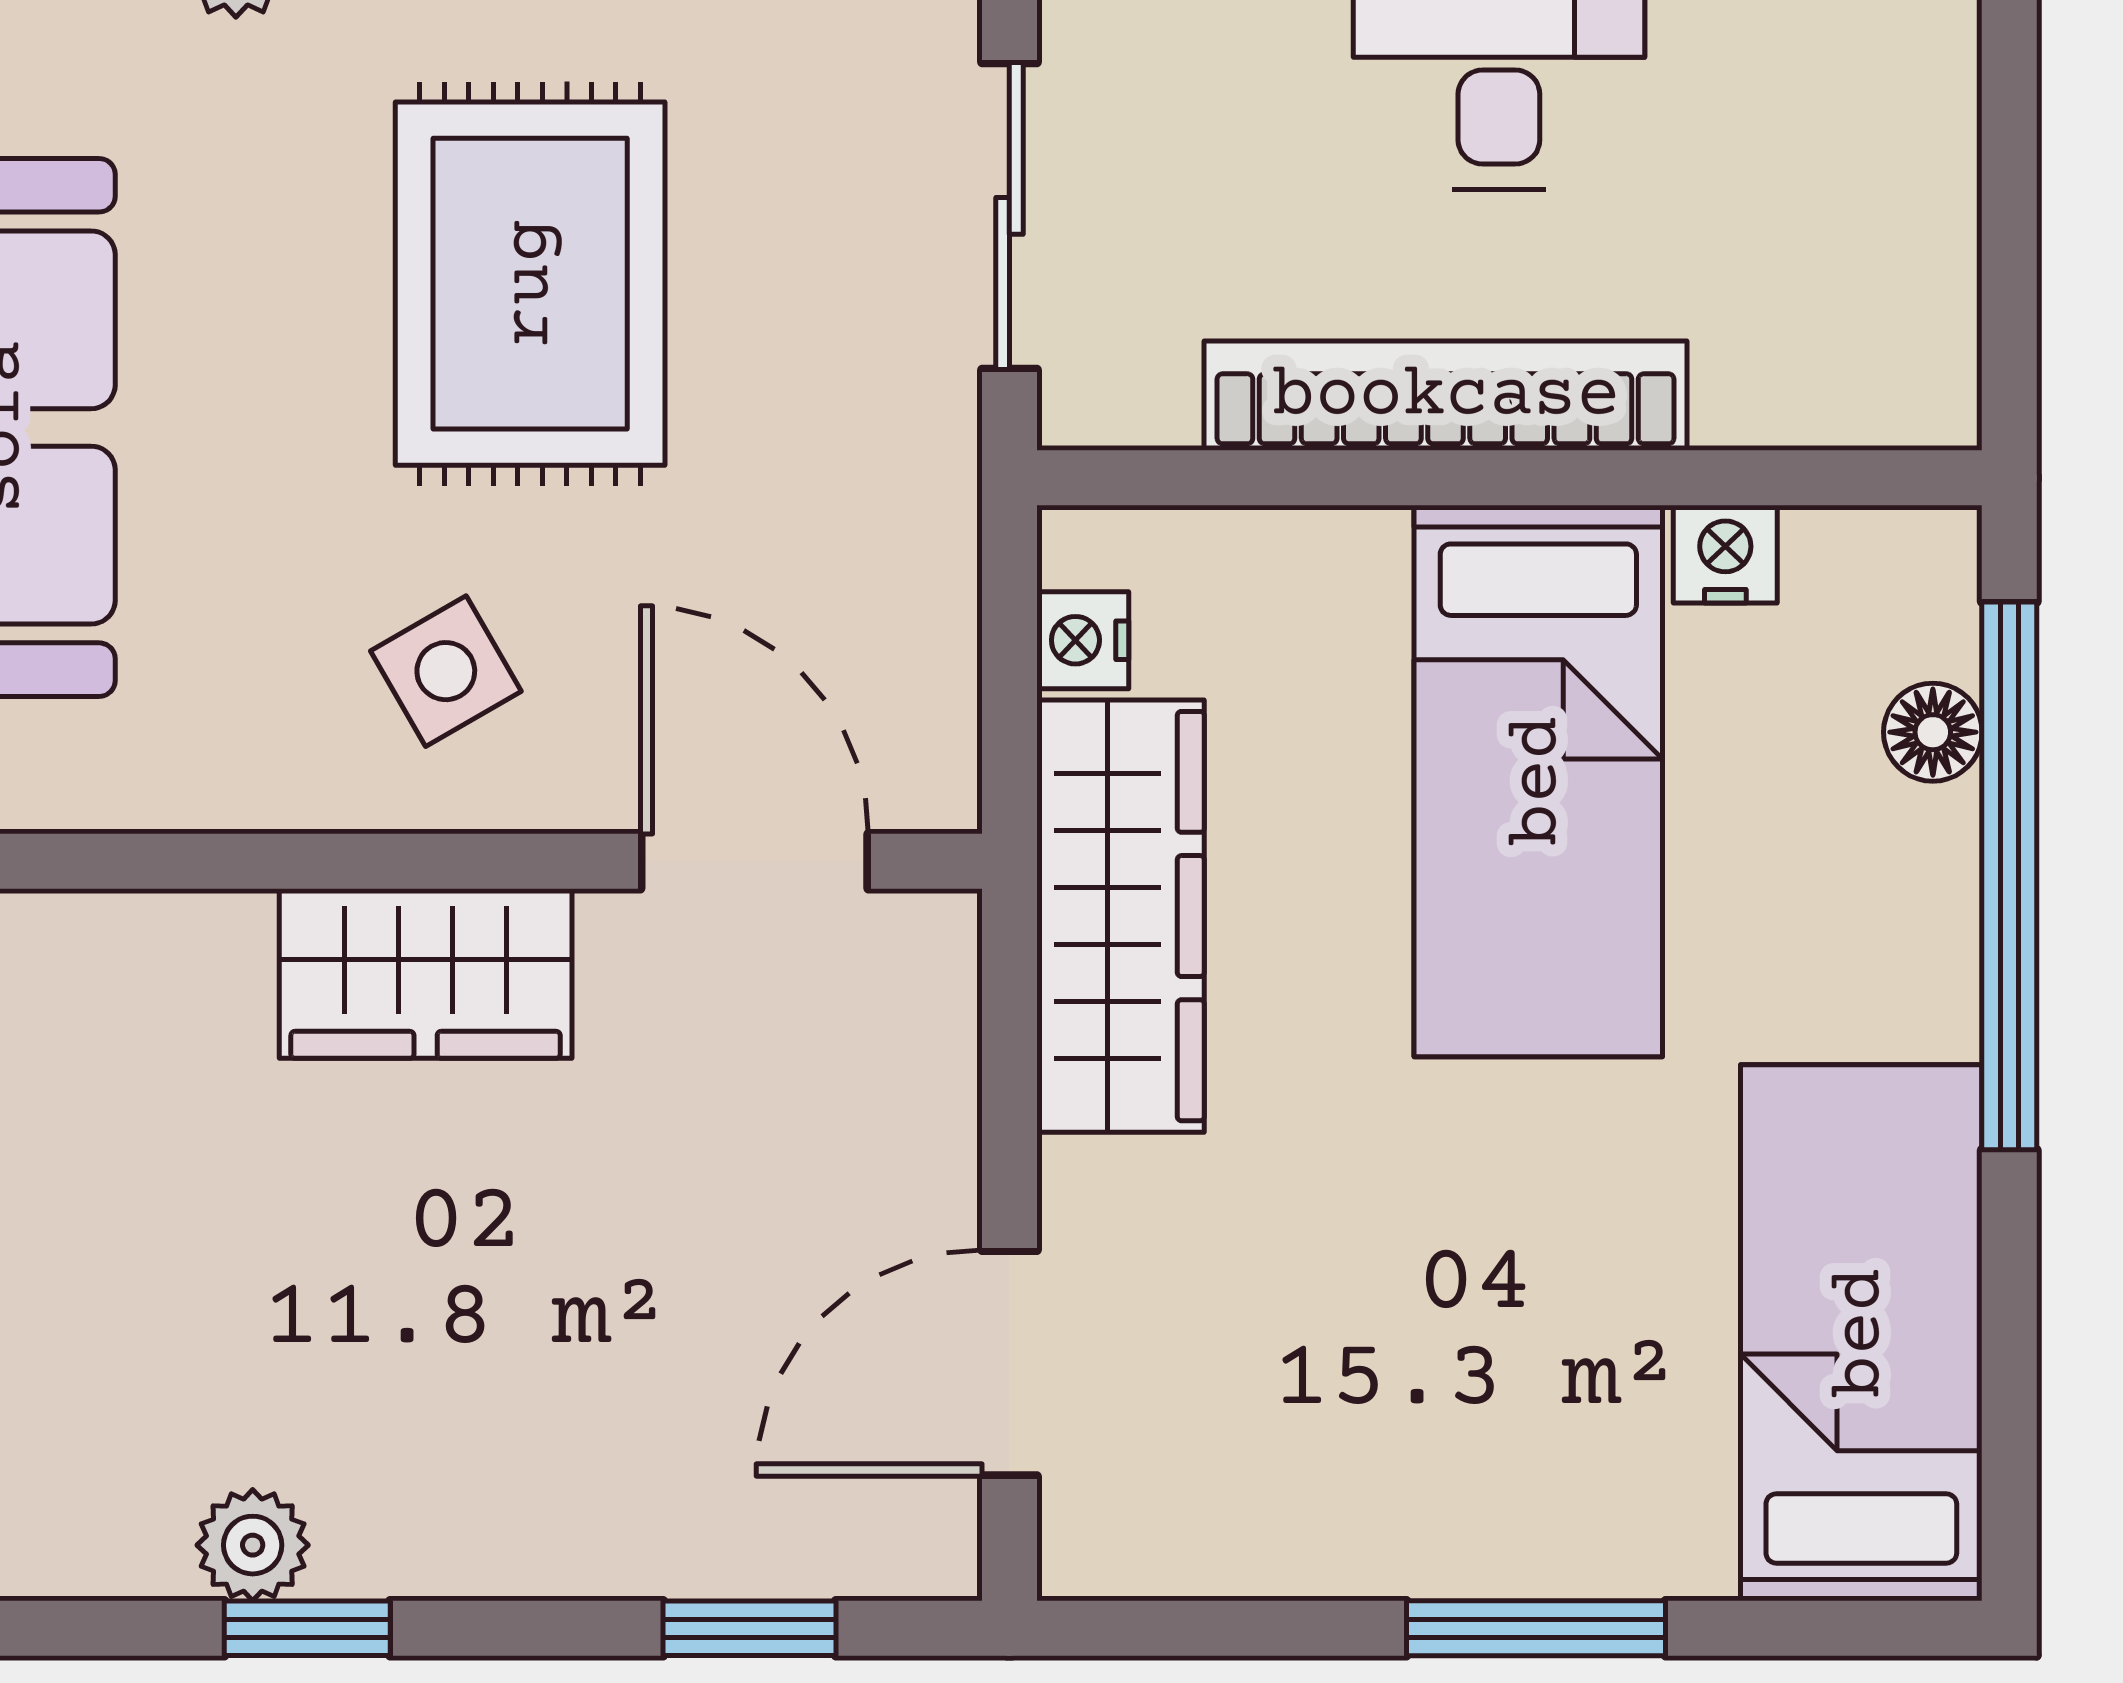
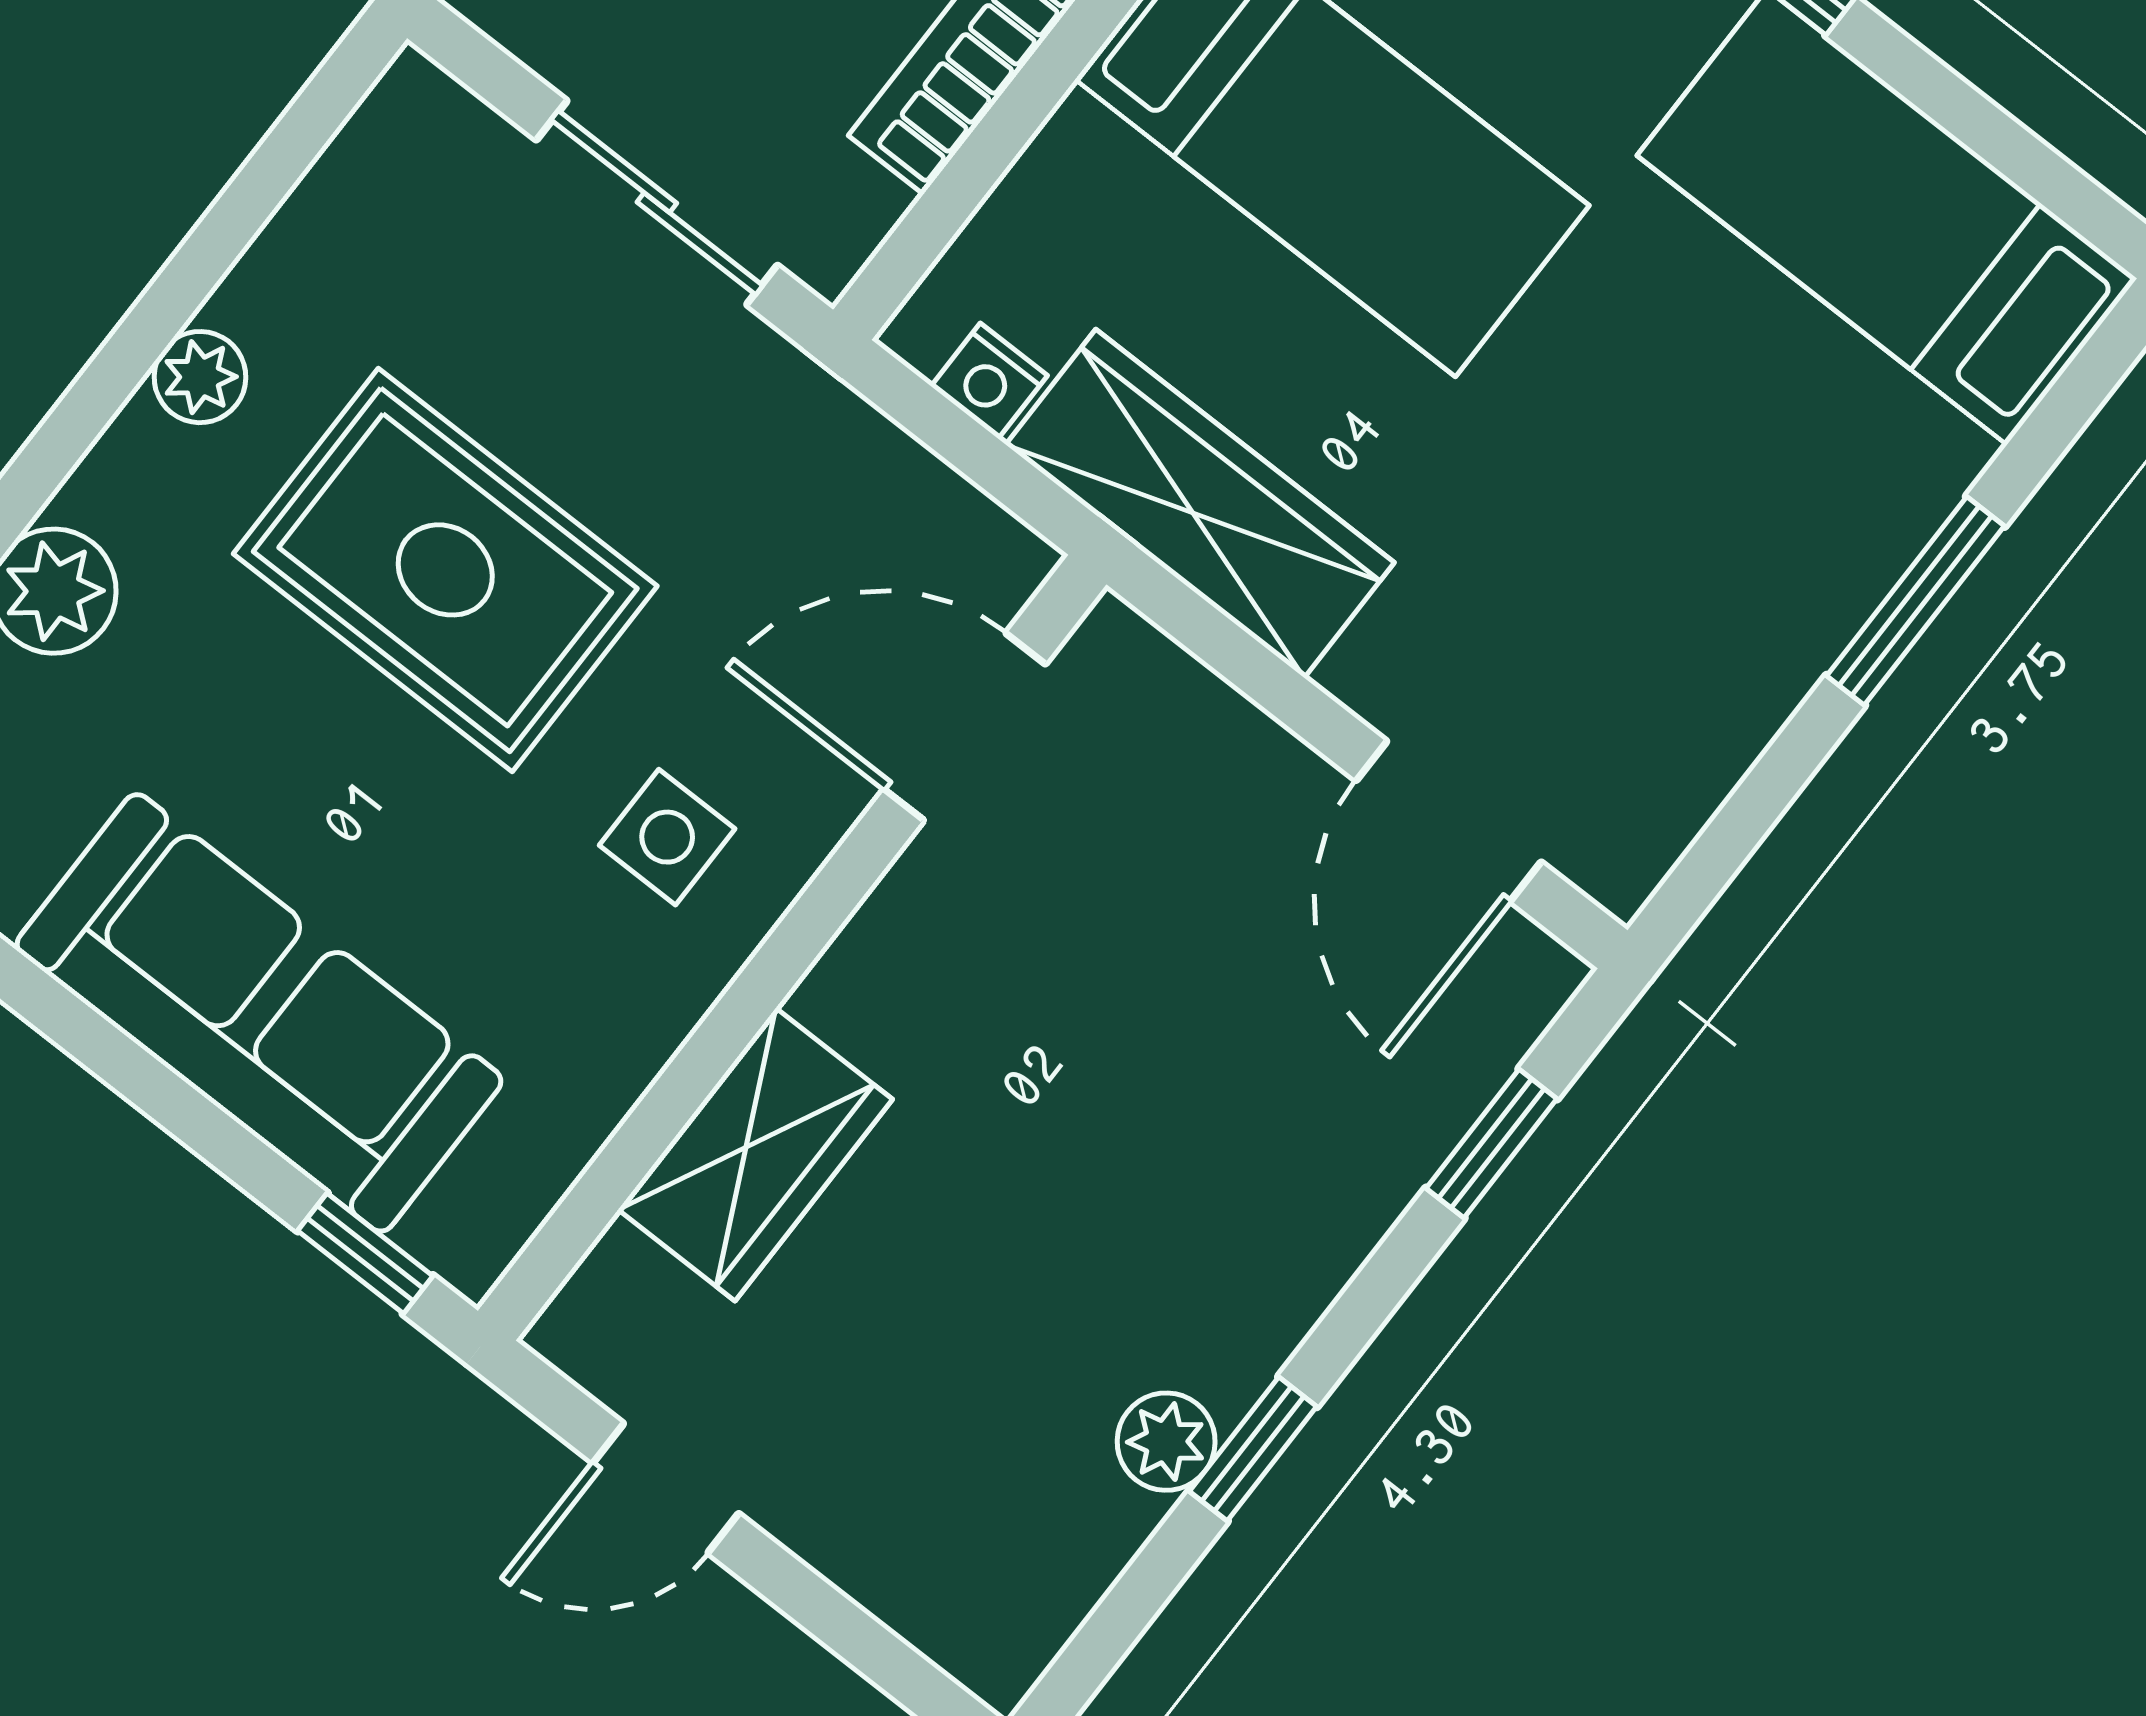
side table: (446, 671) -> (667, 837), turned 30
wardrobe: (426, 974) -> (755, 1154), moved

